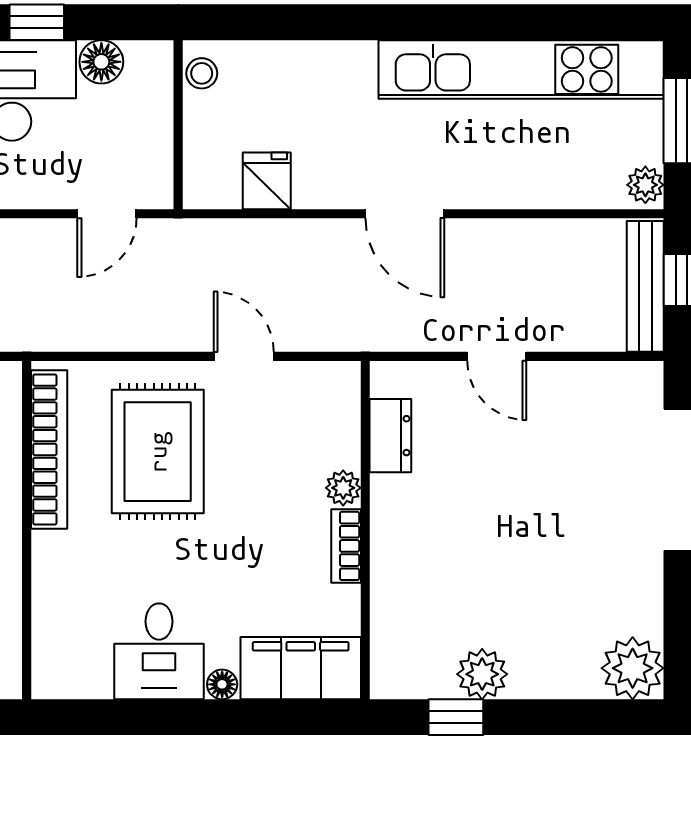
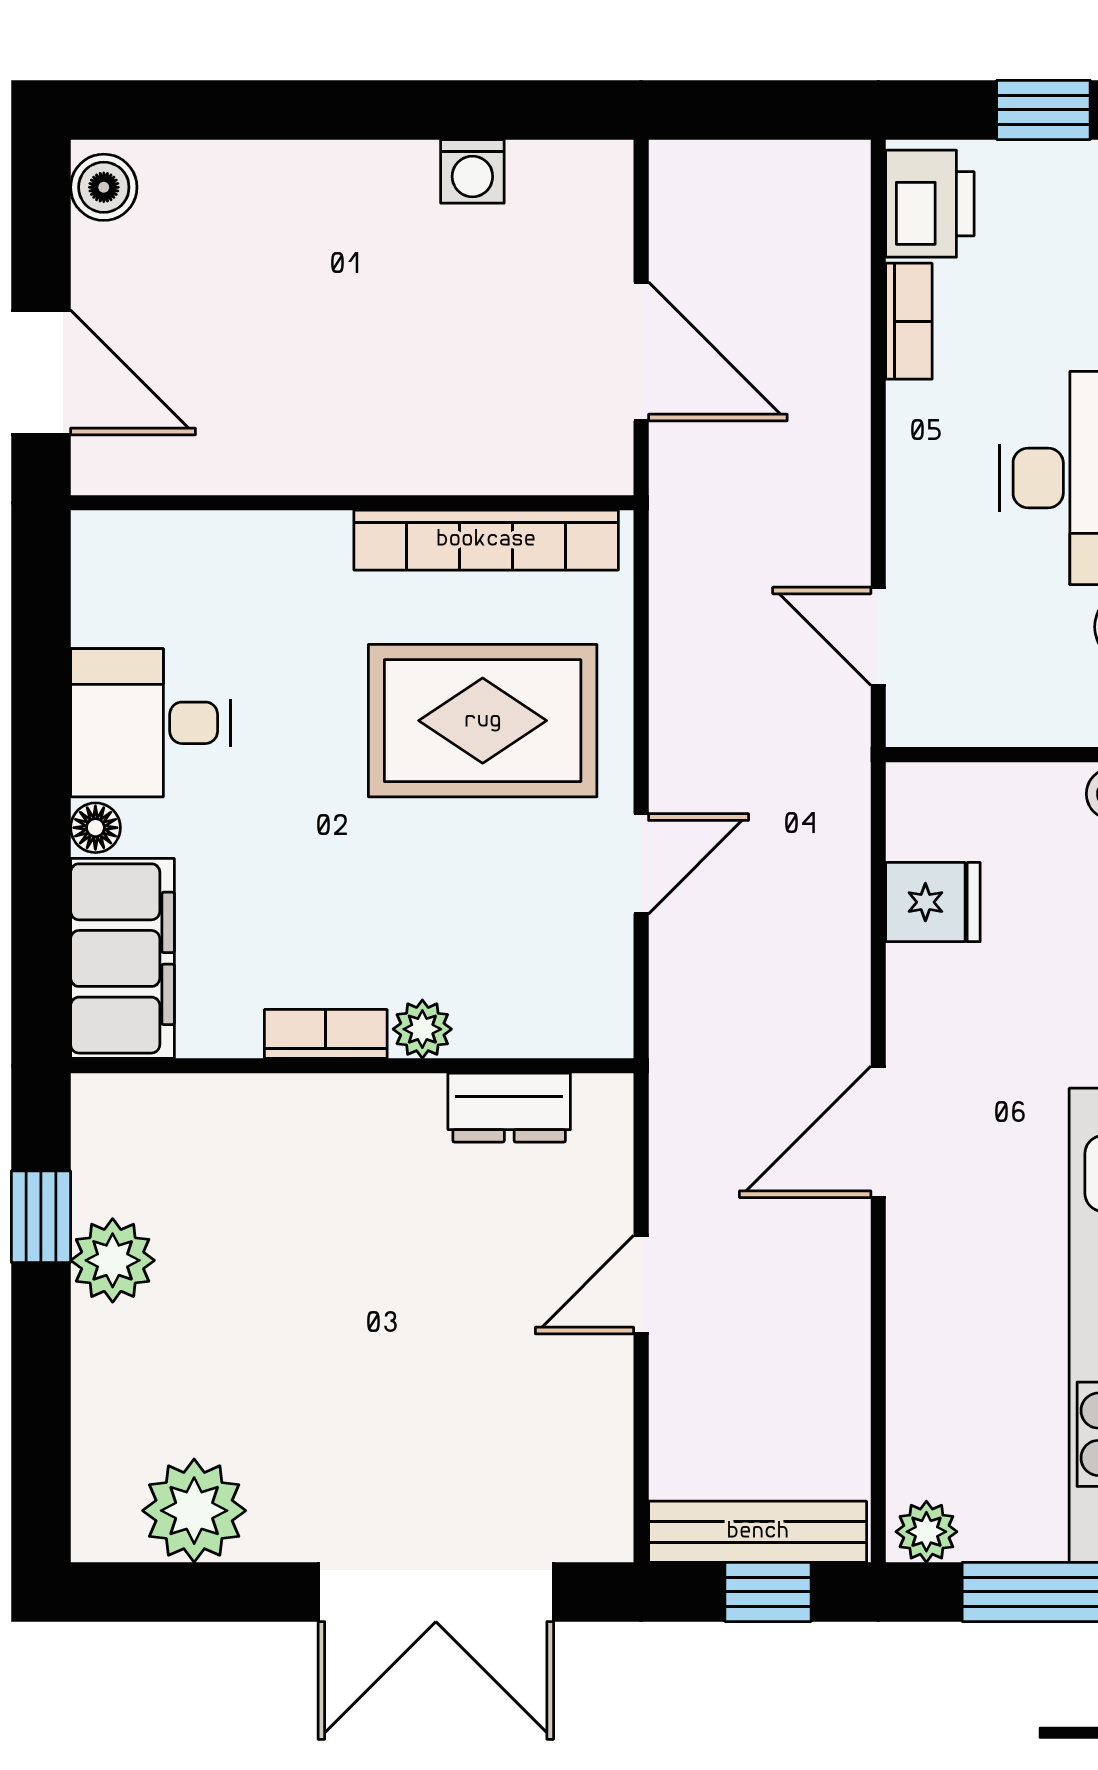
plant: (633, 668) -> (194, 1511), moved

